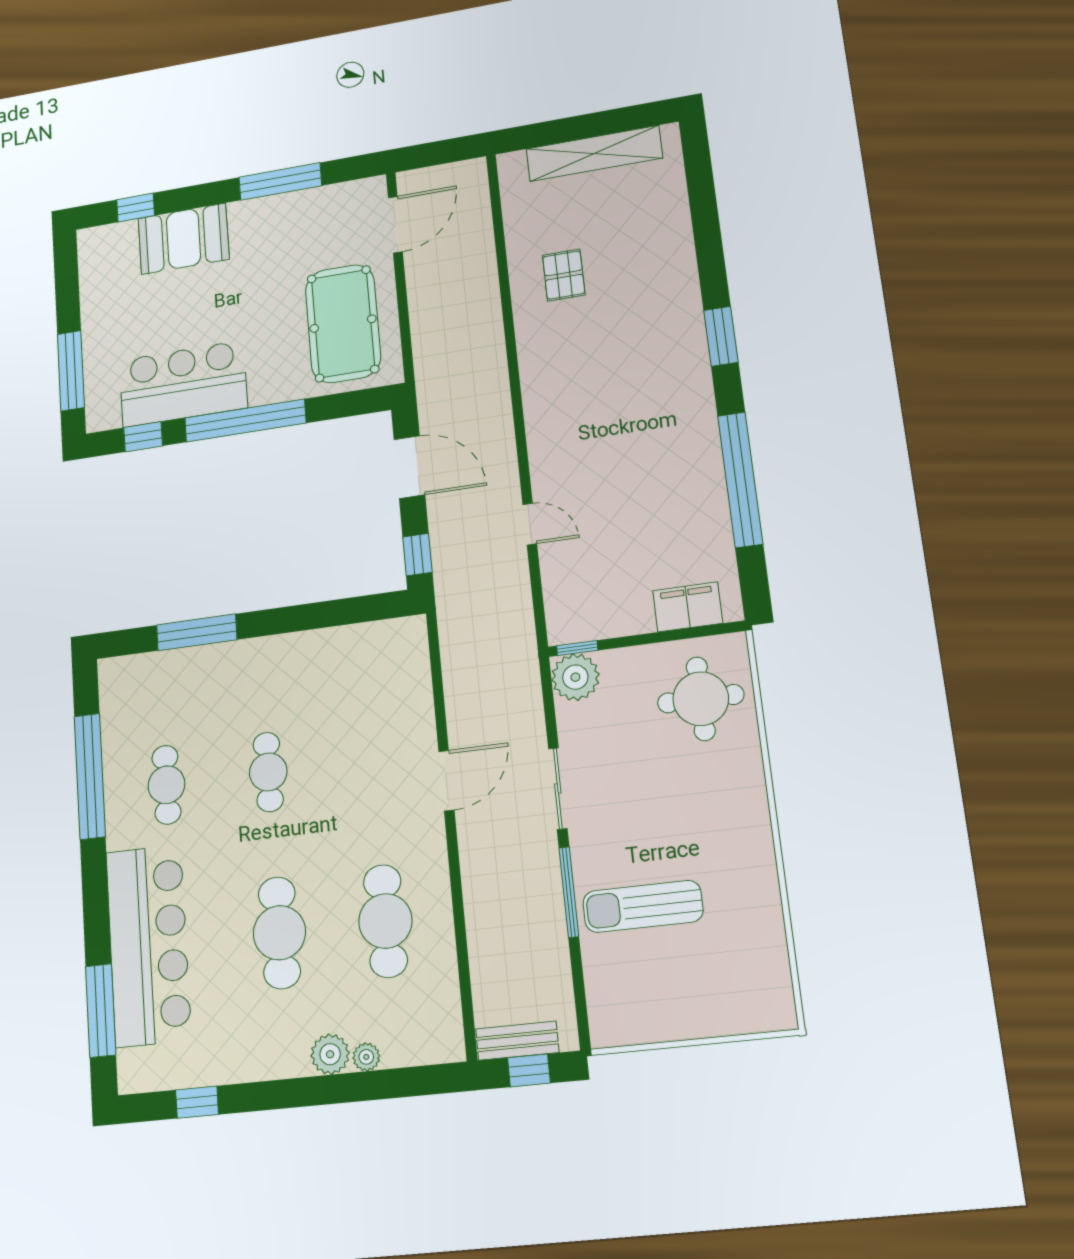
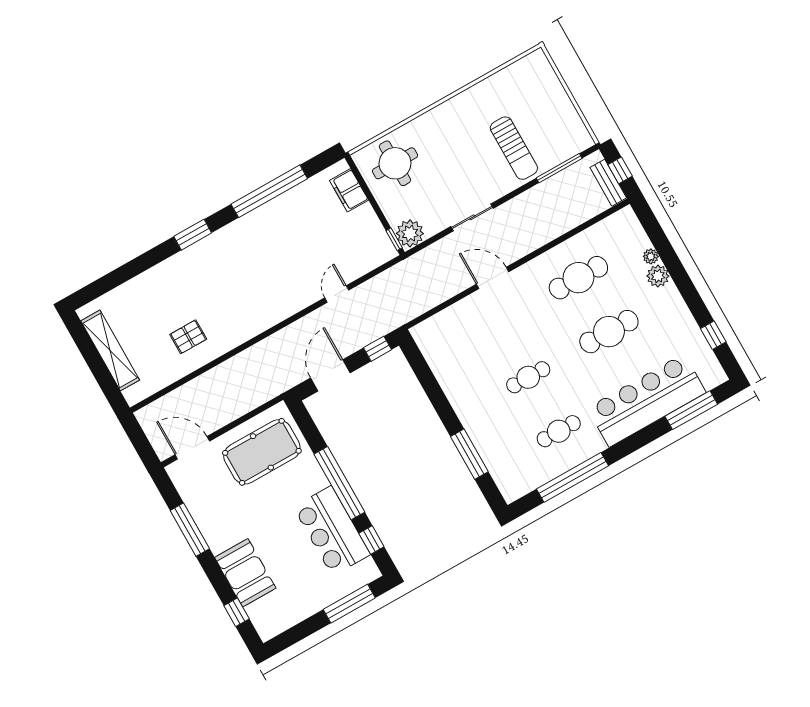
window: (569, 892) -> (559, 168), moved

